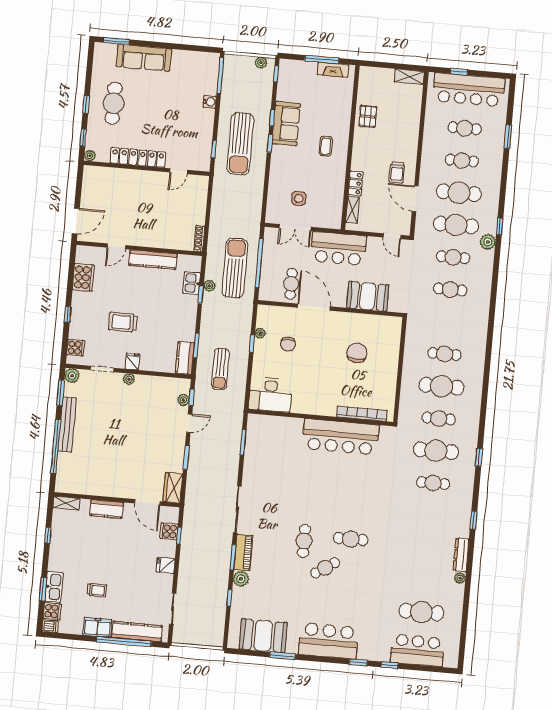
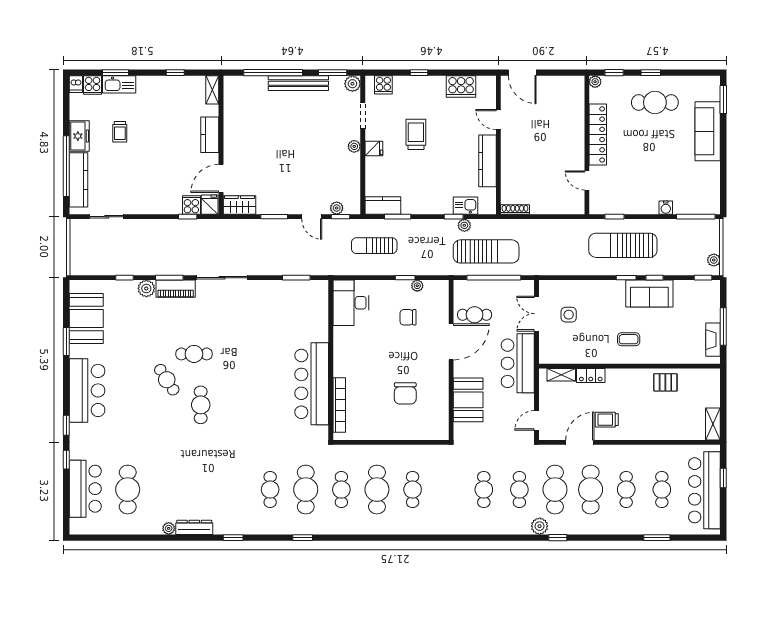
chair: (357, 353) -> (405, 393), turned 88
fridge: (166, 565) -> (210, 205), moved

